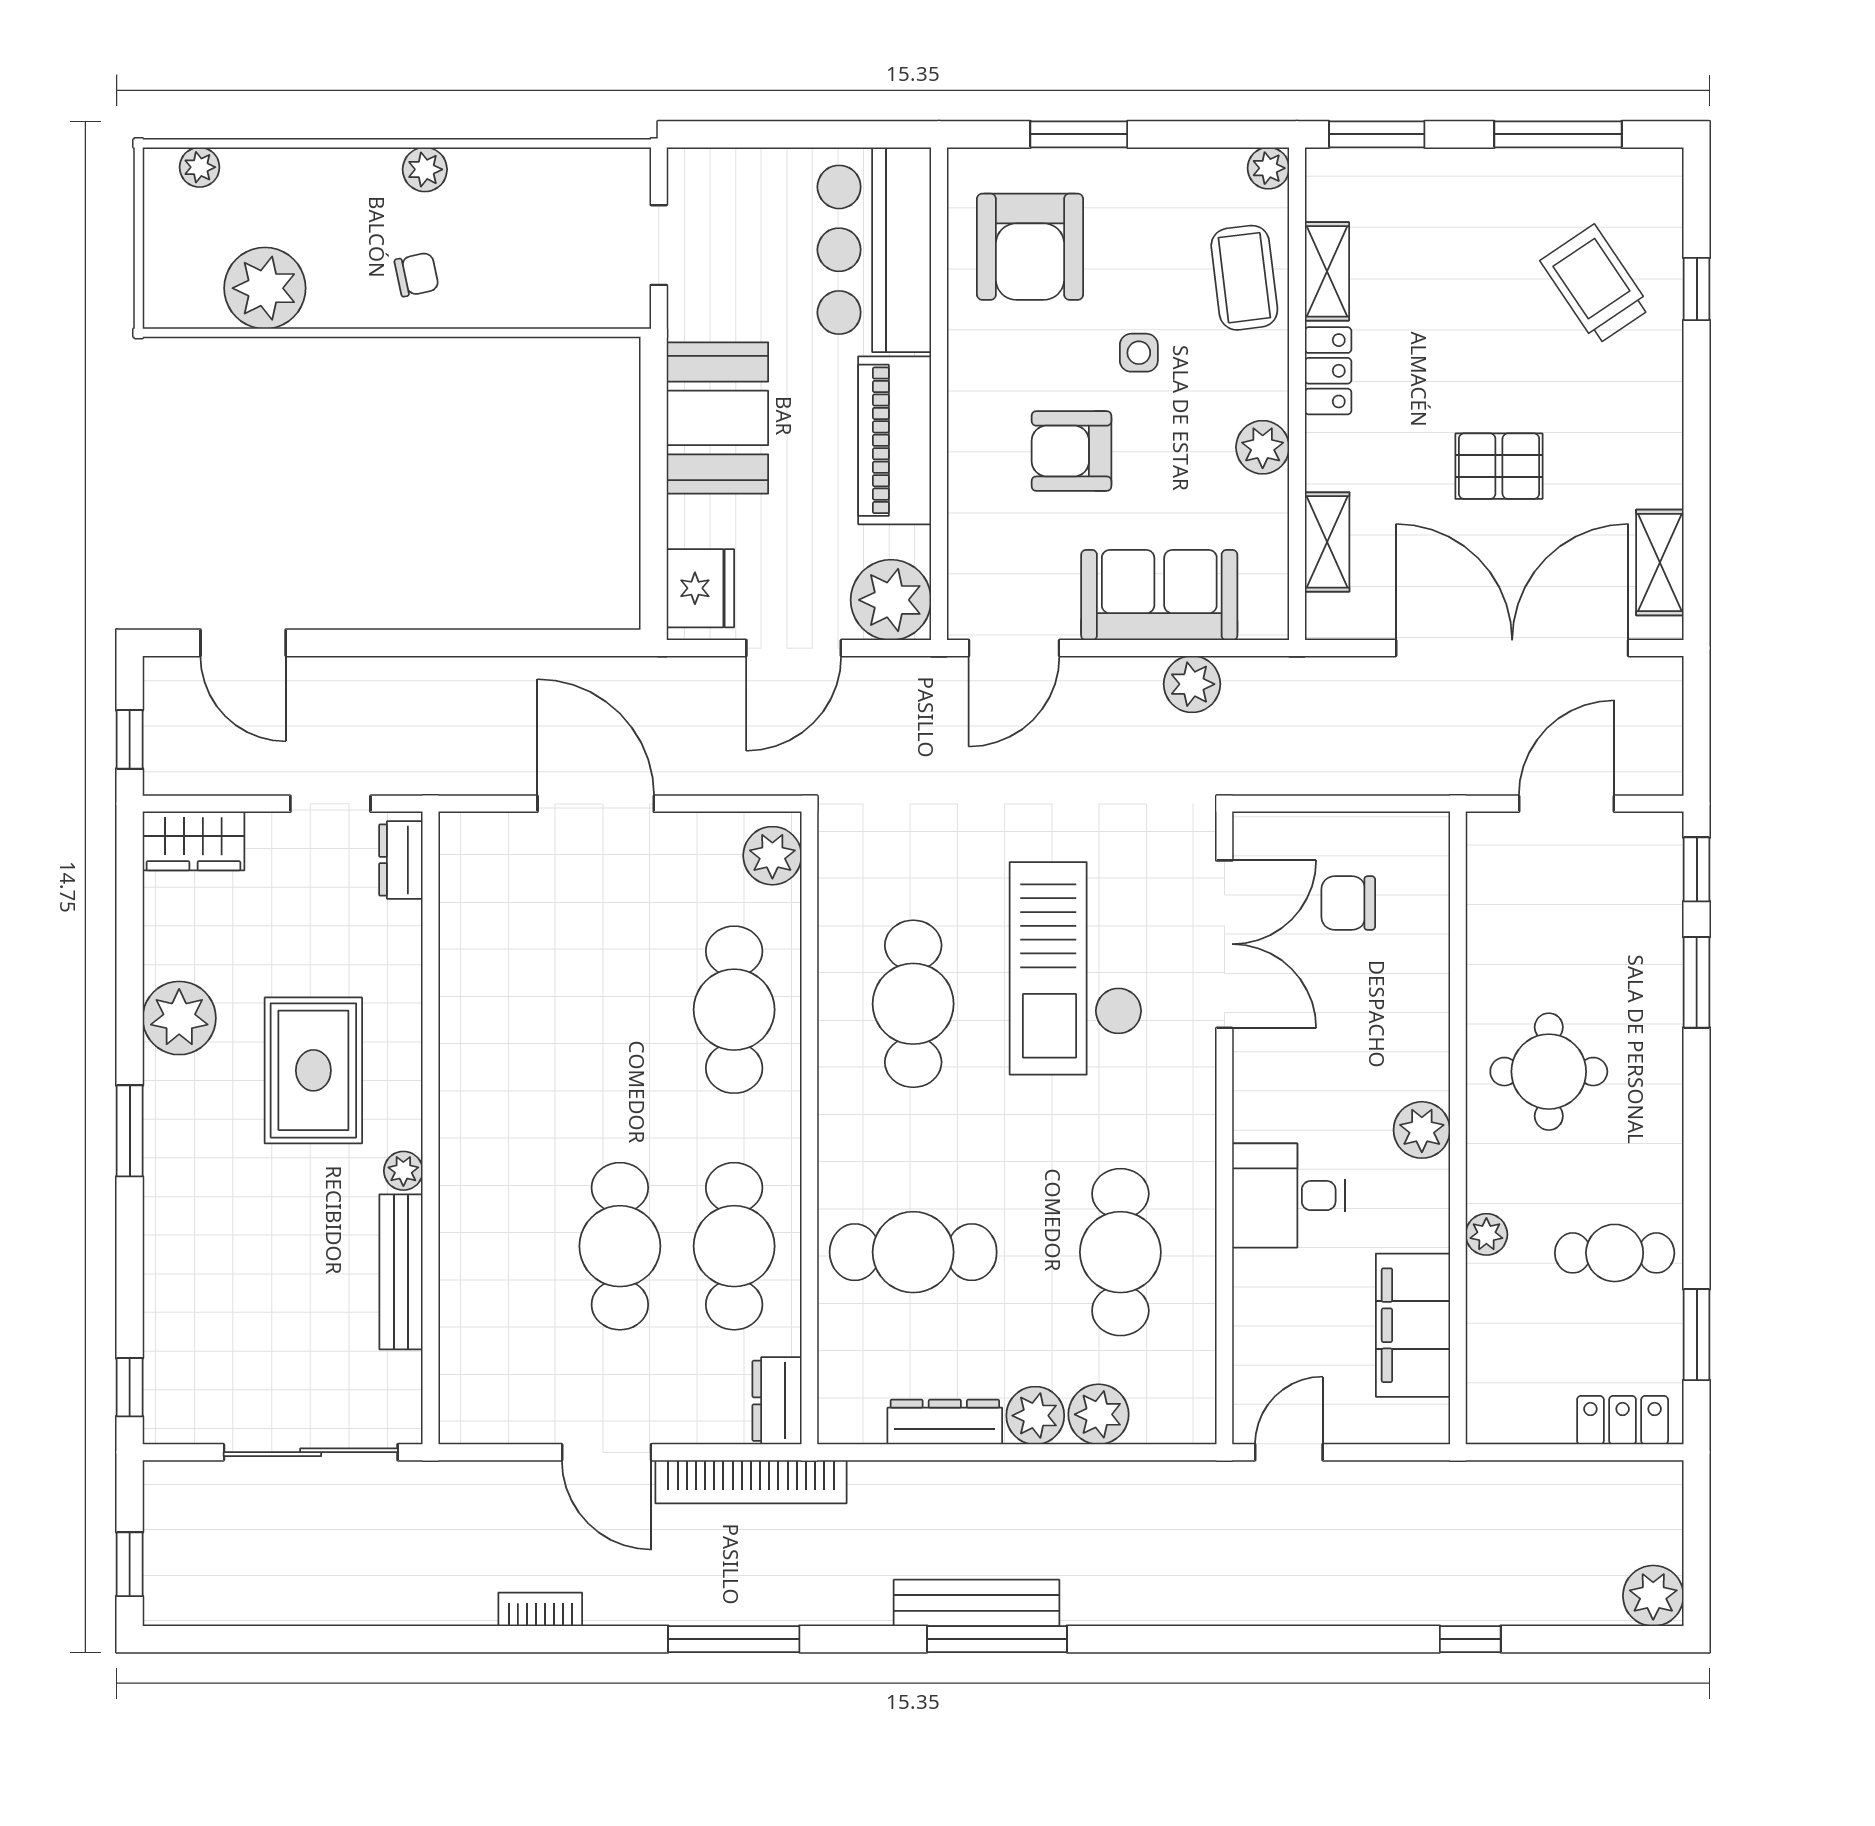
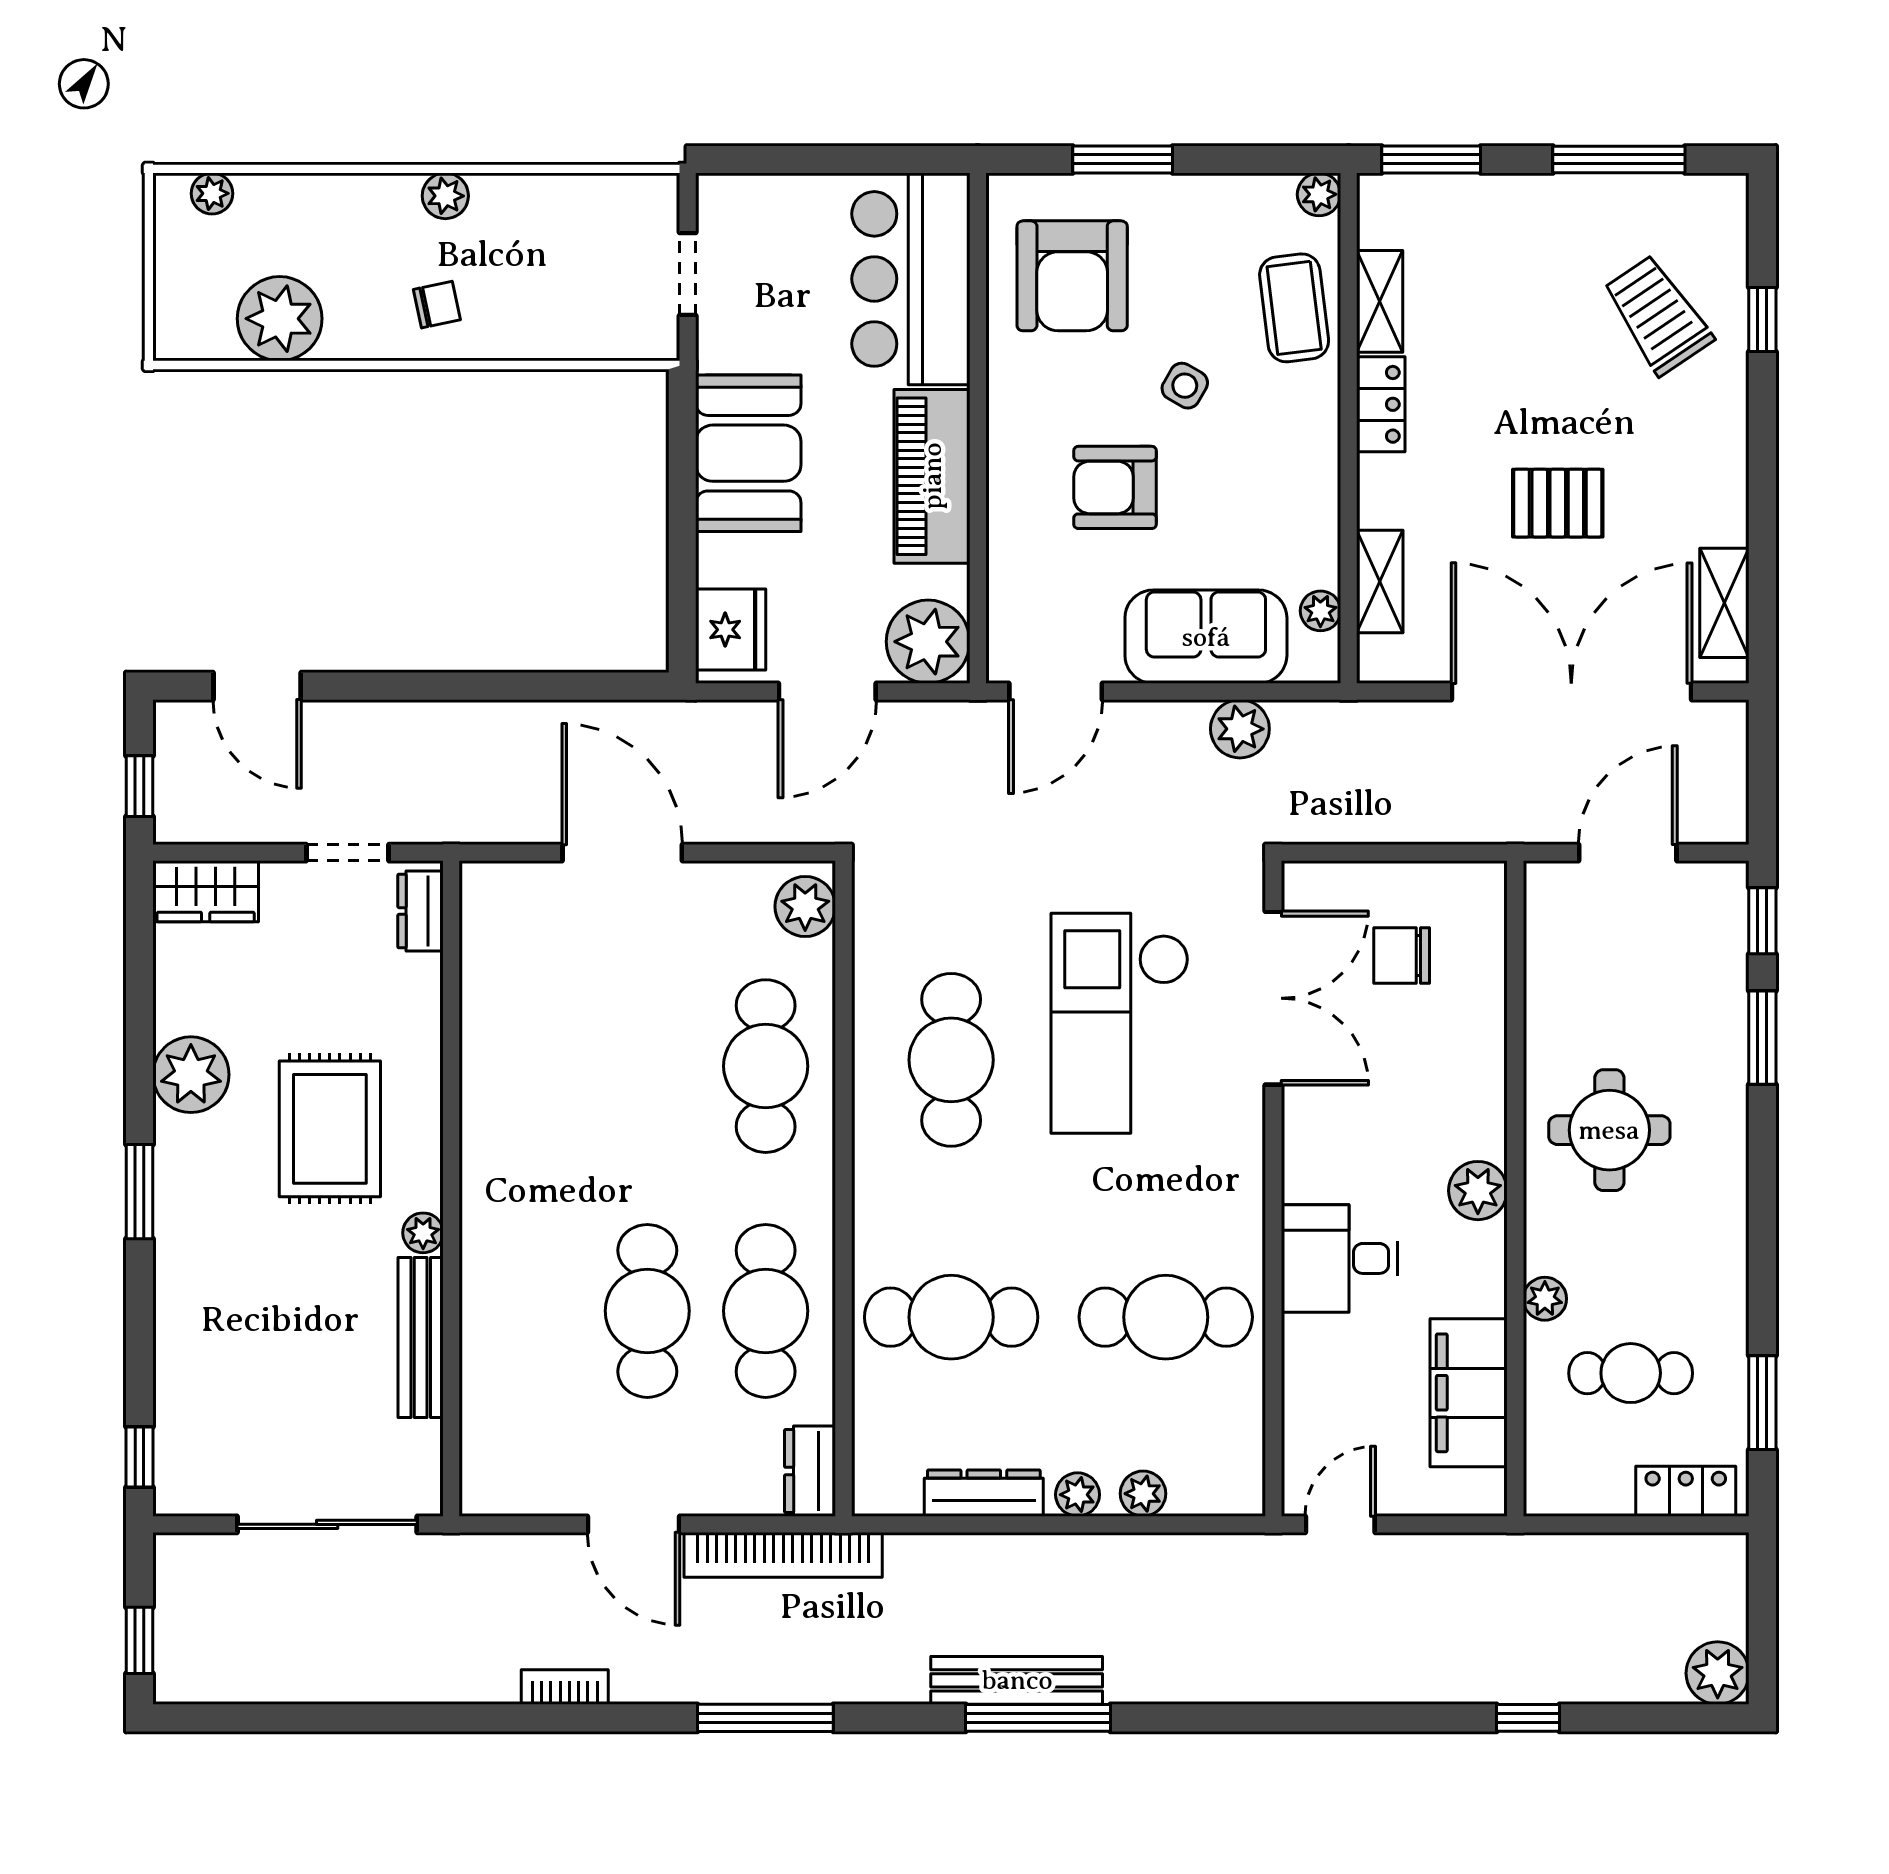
side table: (1139, 353) -> (1185, 386), turned 30
plant: (1263, 447) -> (1320, 611), moved, width x0.73, depth x0.73
cafe table: (1120, 1252) -> (1166, 1317), turned 90
cafe table: (1615, 1253) -> (1631, 1373), moved
plant: (1099, 1414) -> (1143, 1494), width x0.73, depth x0.73
plant: (1035, 1416) -> (1078, 1495), width x0.73, depth x0.73

